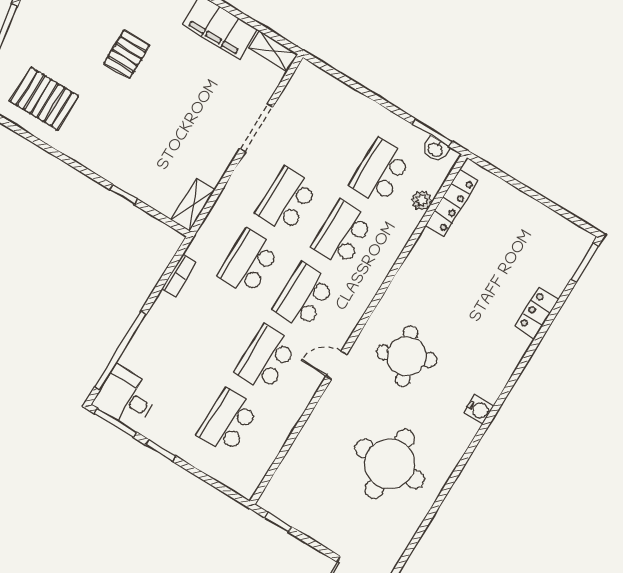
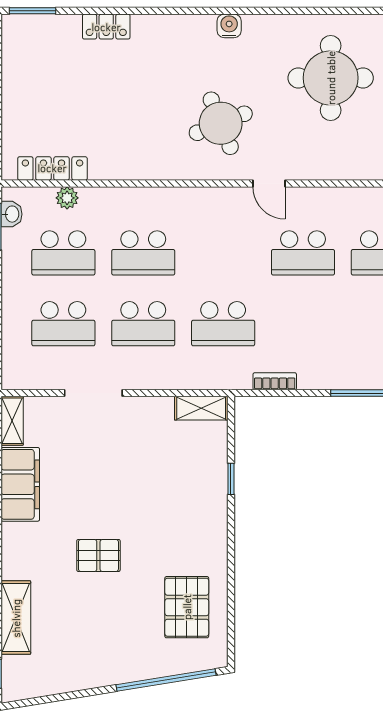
school desk: (304, 296) -> (63, 324), moved

